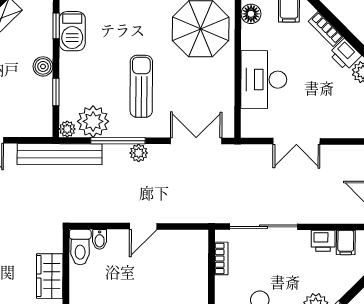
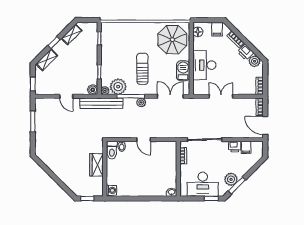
barbecue: (72, 31) -> (183, 71), moved, turned 180
boiler: (43, 66) -> (93, 90), moved
double door: (296, 141) -> (221, 96), swing flipped
door: (143, 226) -> (144, 140), hinge flipped

